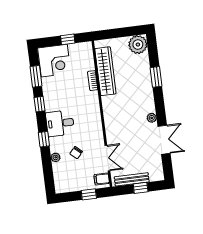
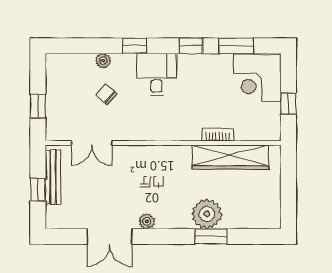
plant: (138, 45) -> (207, 214), moved
filing cabinet: (102, 179) -> (60, 130), removed

